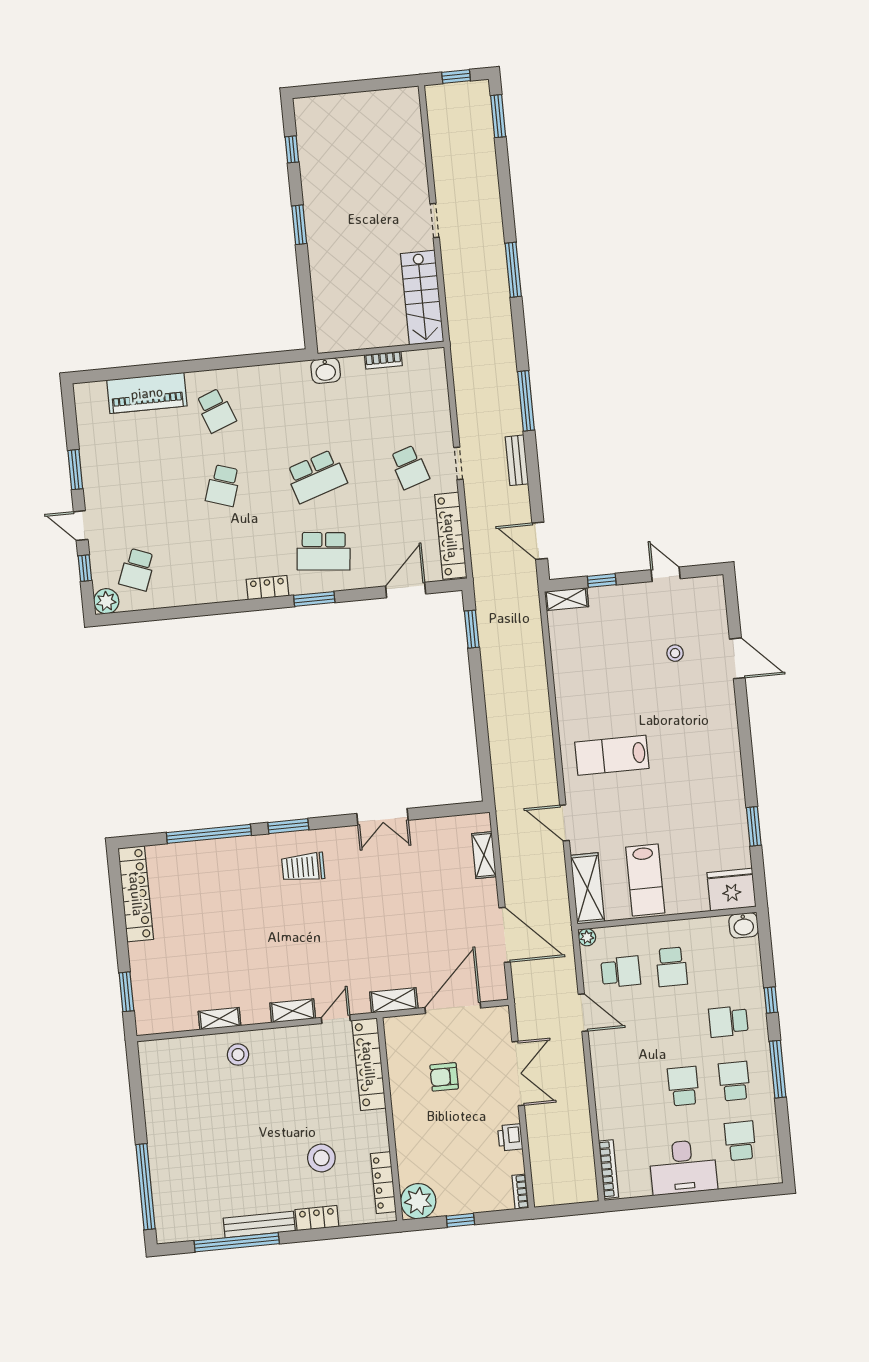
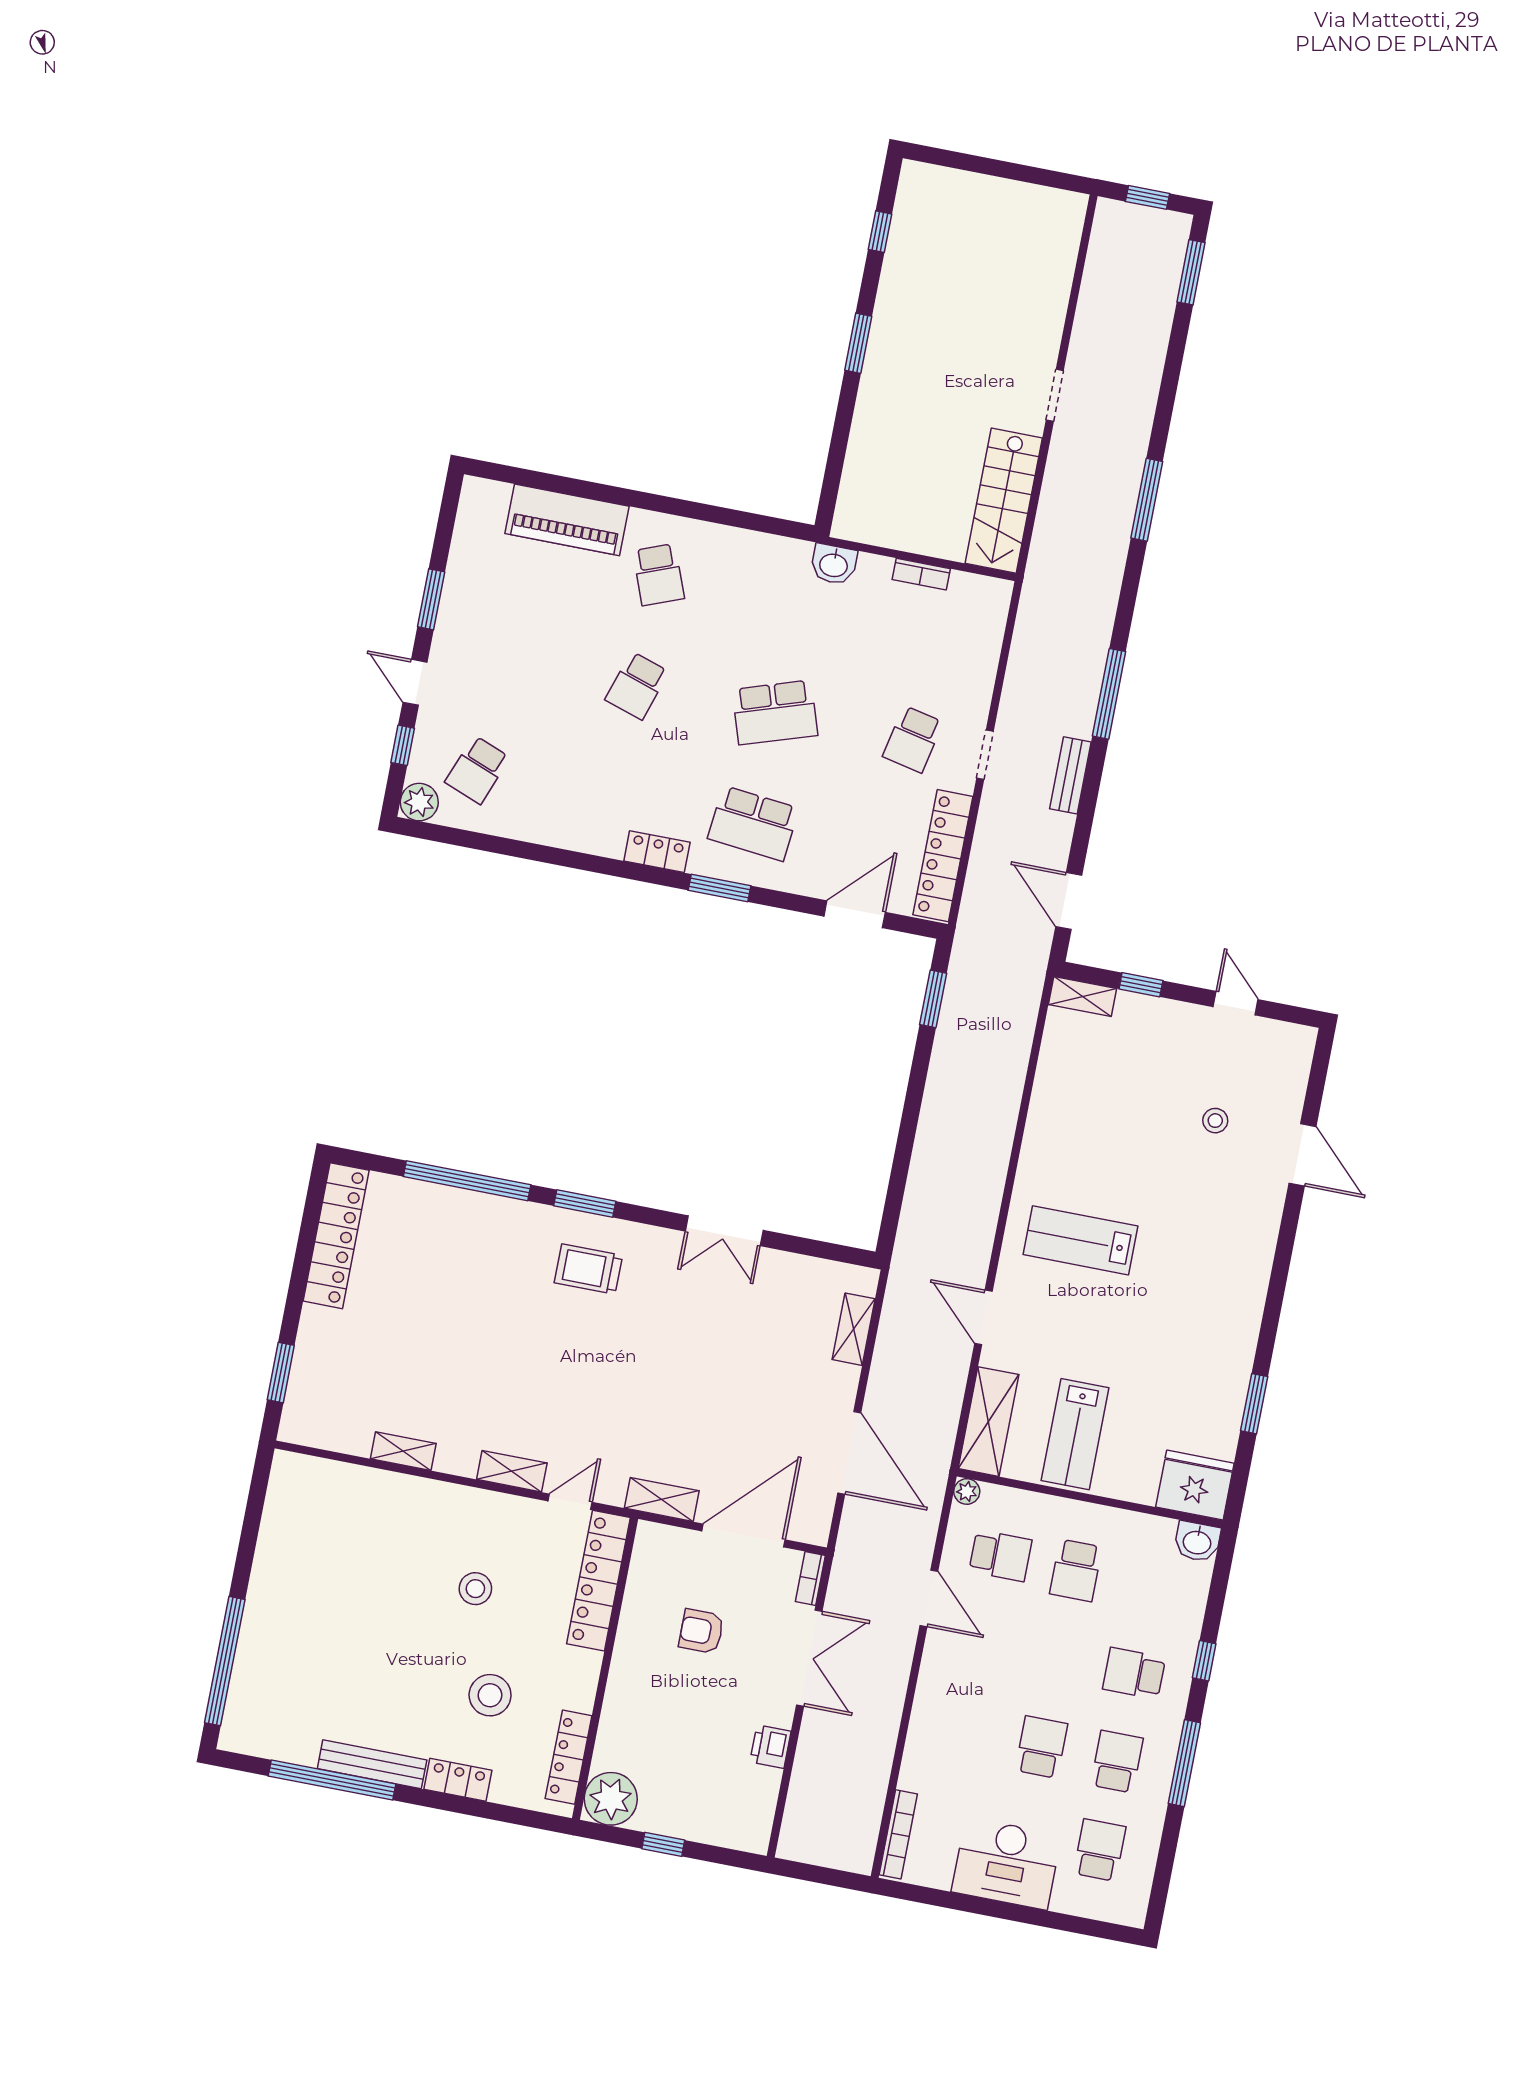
school desk: (409, 467) -> (913, 739), turned 30
stool: (238, 1055) -> (475, 1589), moved
bookcase: (520, 1192) -> (810, 1579), moved

